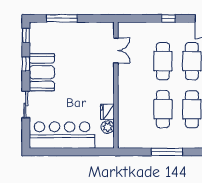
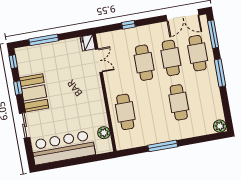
window: (168, 18) -> (128, 25), moved
cafe table: (163, 109) -> (125, 112), moved
fridge: (107, 112) -> (88, 43), moved

